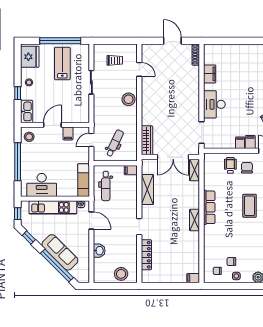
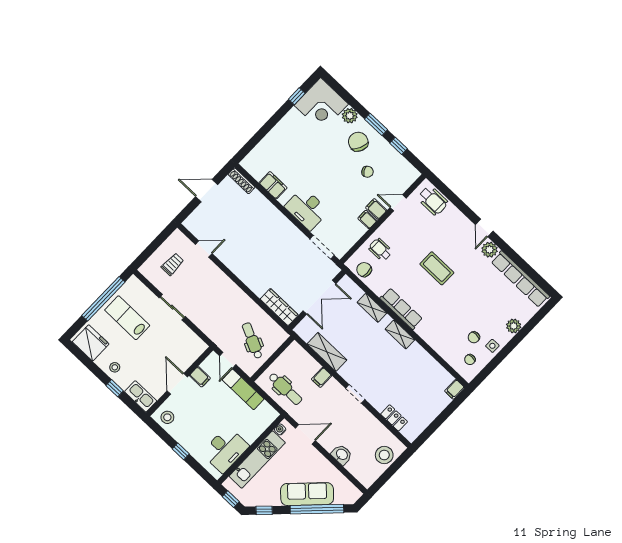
stool: (129, 99) -> (223, 287), removed
window: (18, 162) -> (181, 451), width x0.32
chair: (247, 168) -> (364, 270), moved
filing cabinet: (131, 170) -> (322, 377), moved
shelving: (195, 170) -> (372, 308), moved
exam couch: (84, 180) -> (243, 389), moved
locker: (146, 255) -> (394, 418), width x0.66

